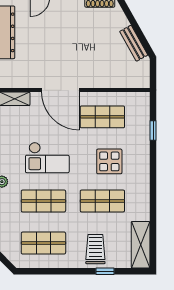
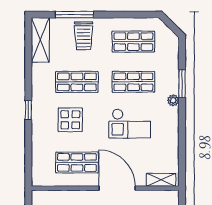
window: (153, 130) -> (28, 110), moved
checkout: (47, 158) -> (130, 123), turned 180
window: (105, 271) -> (74, 15), width x2.17

